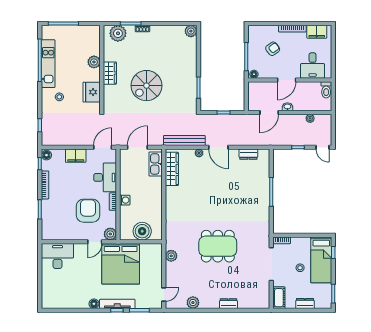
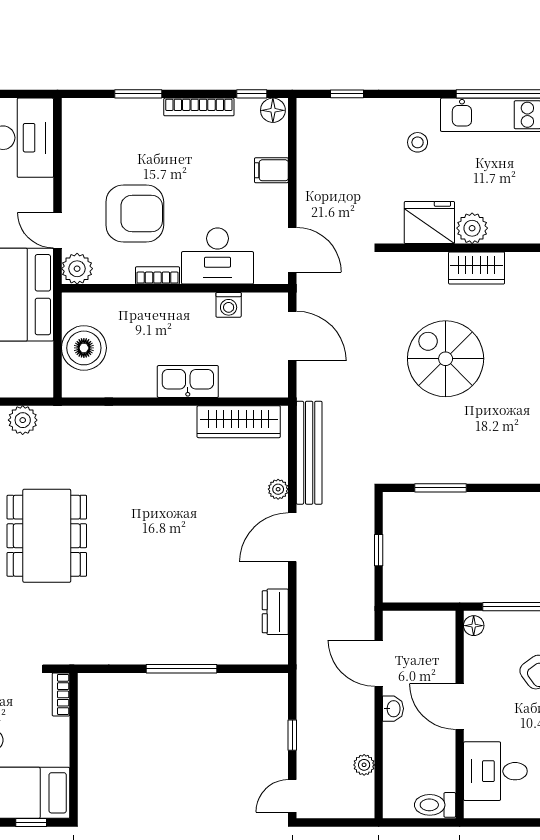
plant: (94, 62) -> (472, 228), moved
filing cabinet: (76, 156) -> (271, 170), width x0.50
kitchen sink: (156, 164) -> (188, 381), moved
washing machine: (125, 200) -> (229, 305), moved

